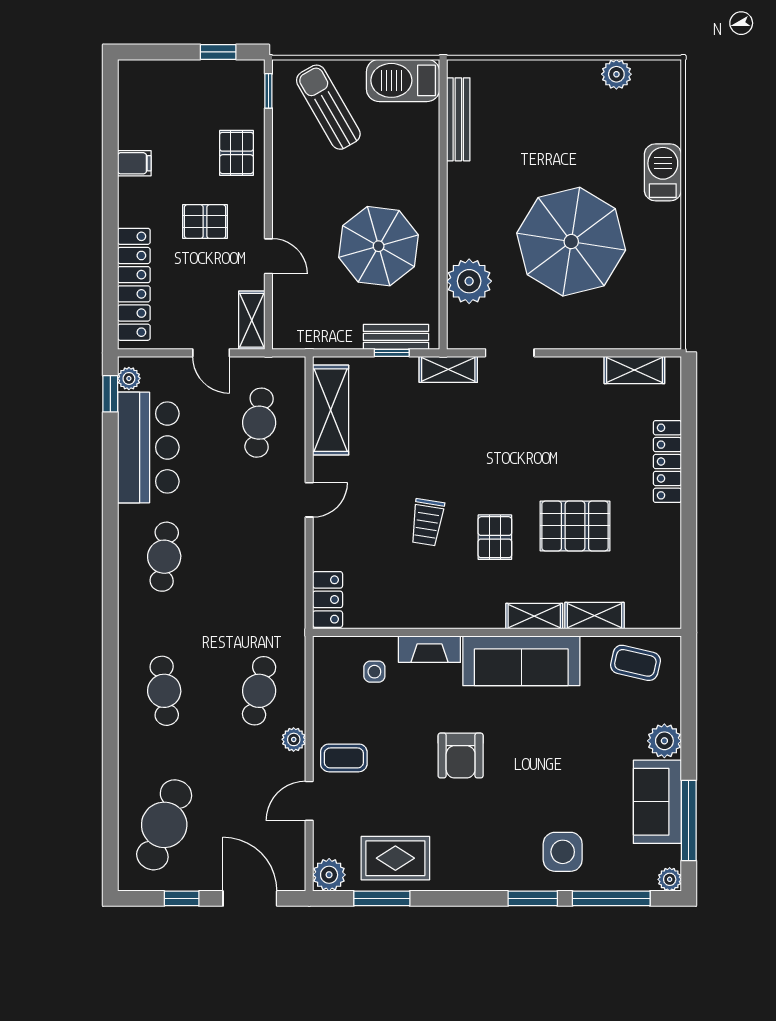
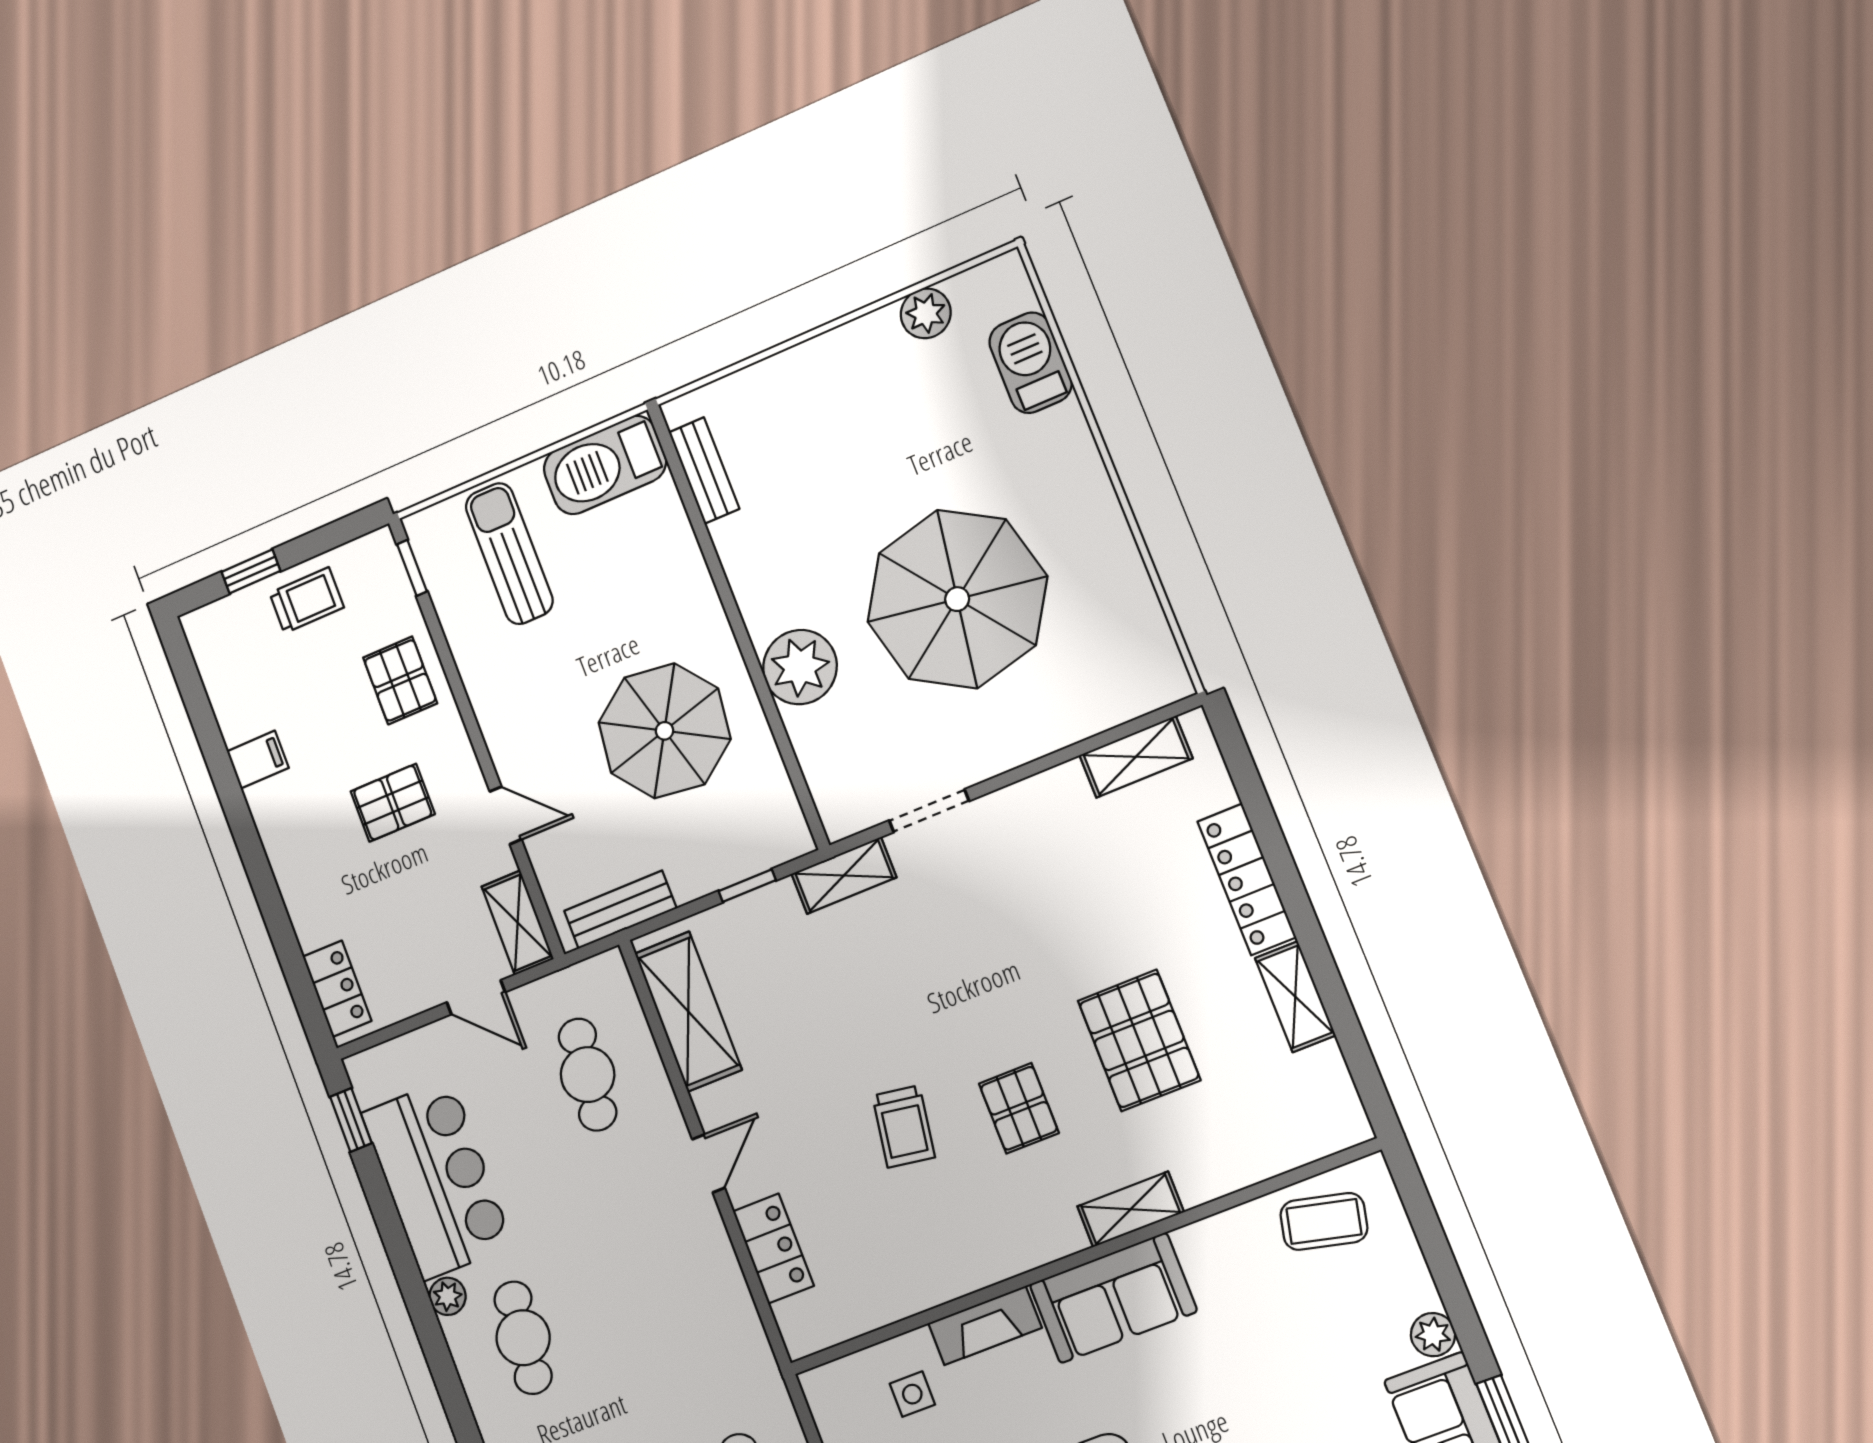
window: (218, 52) -> (251, 571), moved
trolley: (199, 83) -> (307, 600), added
sun lounger: (328, 107) -> (509, 554), turned 30
bench: (458, 119) -> (704, 471), width x0.73
barbecue: (663, 172) -> (1030, 363), moved
plant: (469, 281) -> (800, 667), moved
locker: (134, 284) -> (337, 989), width x0.46, depth x0.83
bench: (396, 337) -> (620, 910), moved
plant: (129, 378) -> (448, 1296), moved
pallet: (575, 526) -> (1139, 1040), turned 90
locker: (328, 599) -> (773, 1249), moved
shelving: (595, 616) -> (1295, 997), moved, turned 90
sofa: (521, 661) -> (1113, 1298), width x0.73
plant: (664, 741) -> (1433, 1335), width x0.73, depth x0.73

